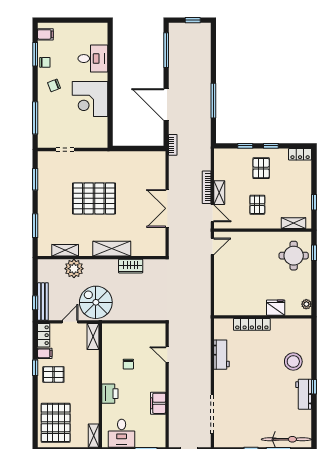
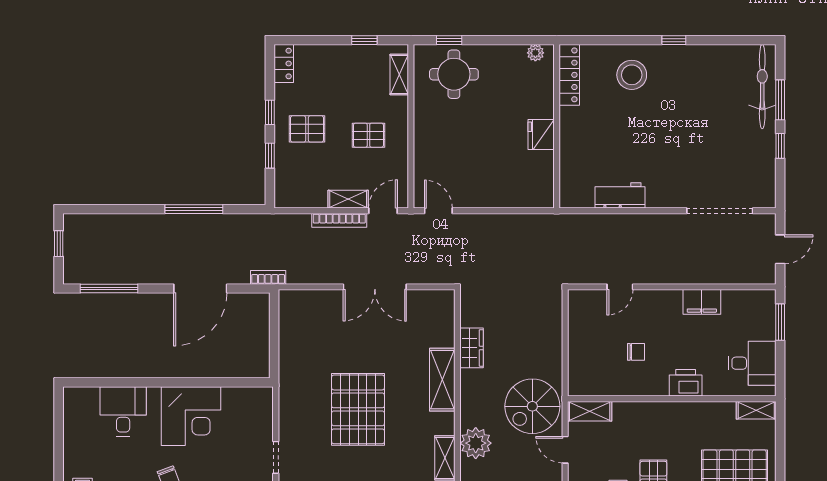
fridge: (276, 308) -> (541, 135), moved
locker: (252, 324) -> (569, 75), moved
workbench: (304, 394) -> (687, 57), removed

